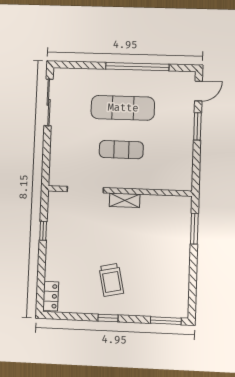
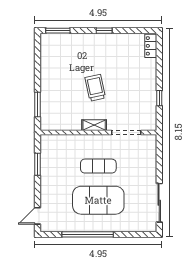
exercise mat: (123, 108) -> (98, 200), width x1.47
window: (197, 126) -> (37, 164), moved
trolley: (111, 280) -> (95, 88), moved

